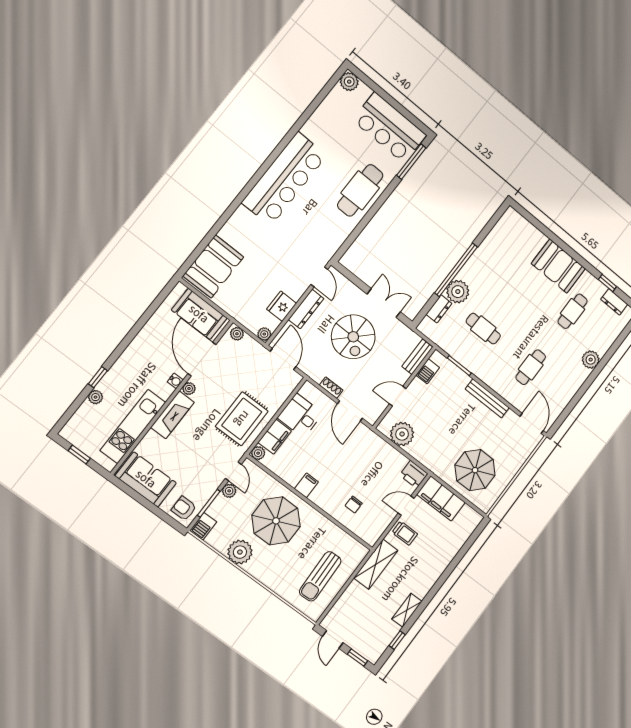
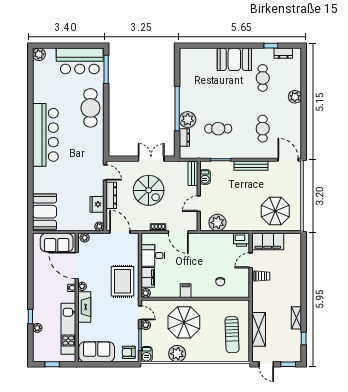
shelving: (376, 564) -> (259, 329), moved

